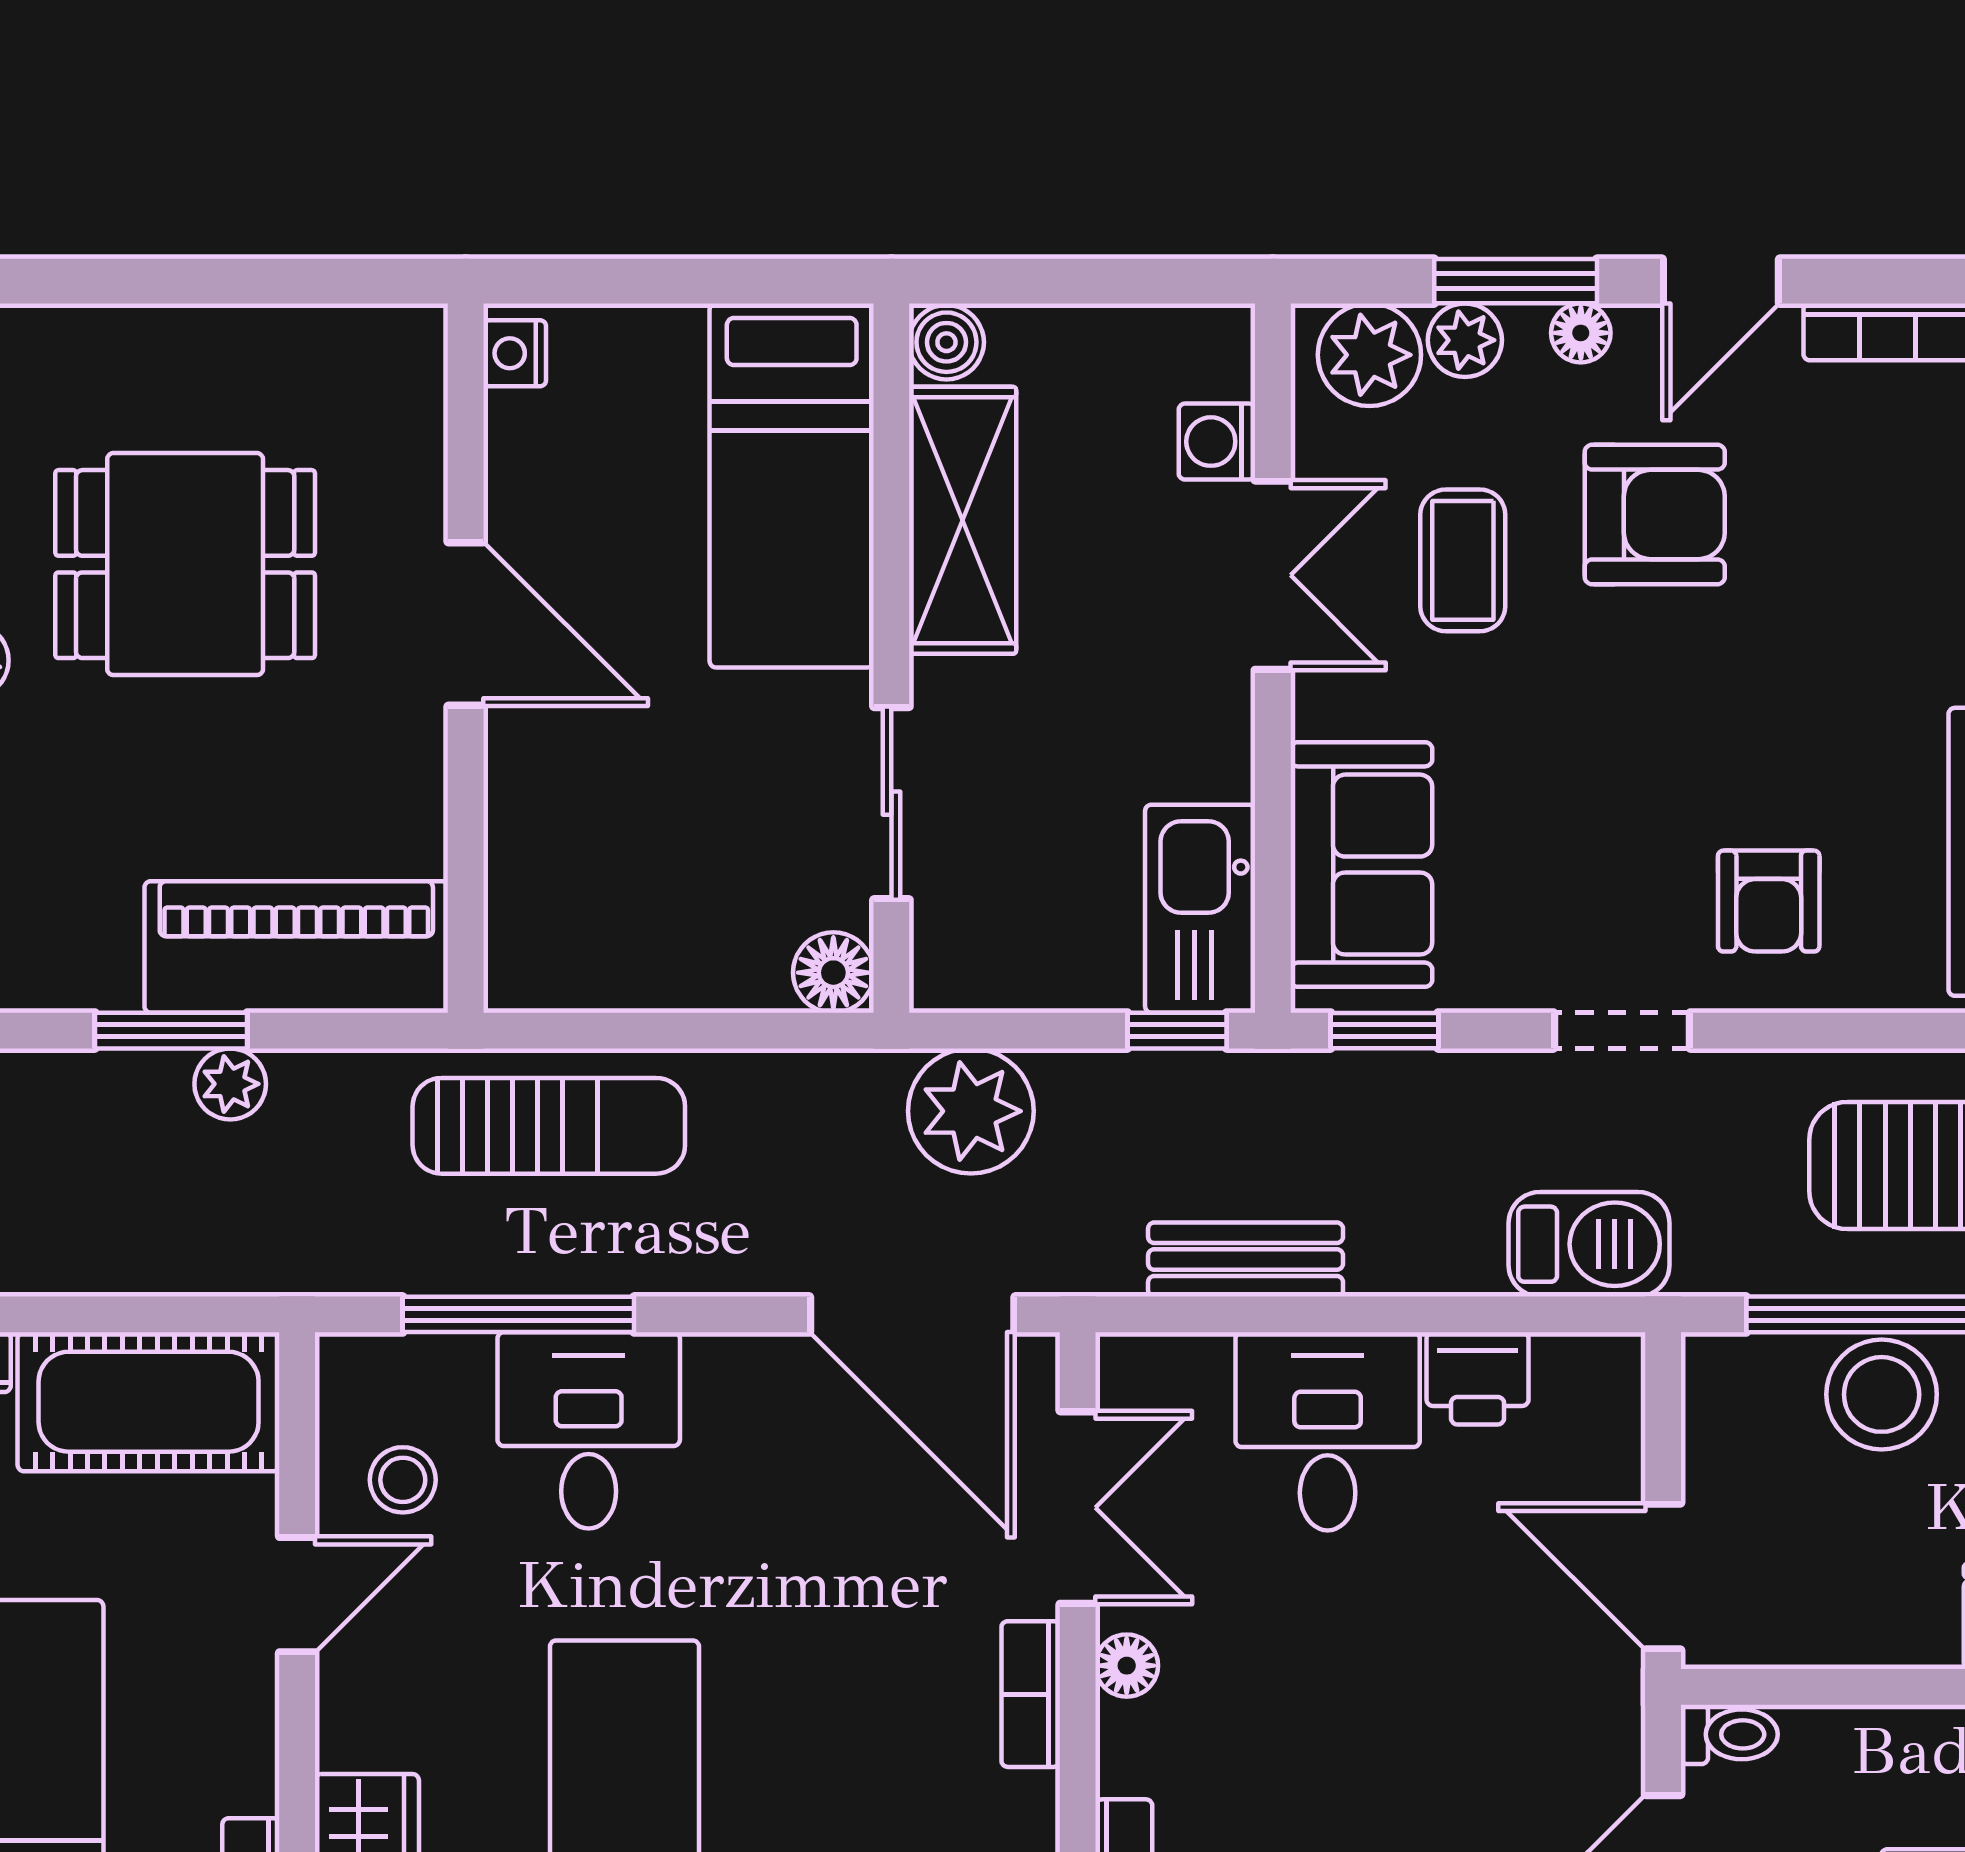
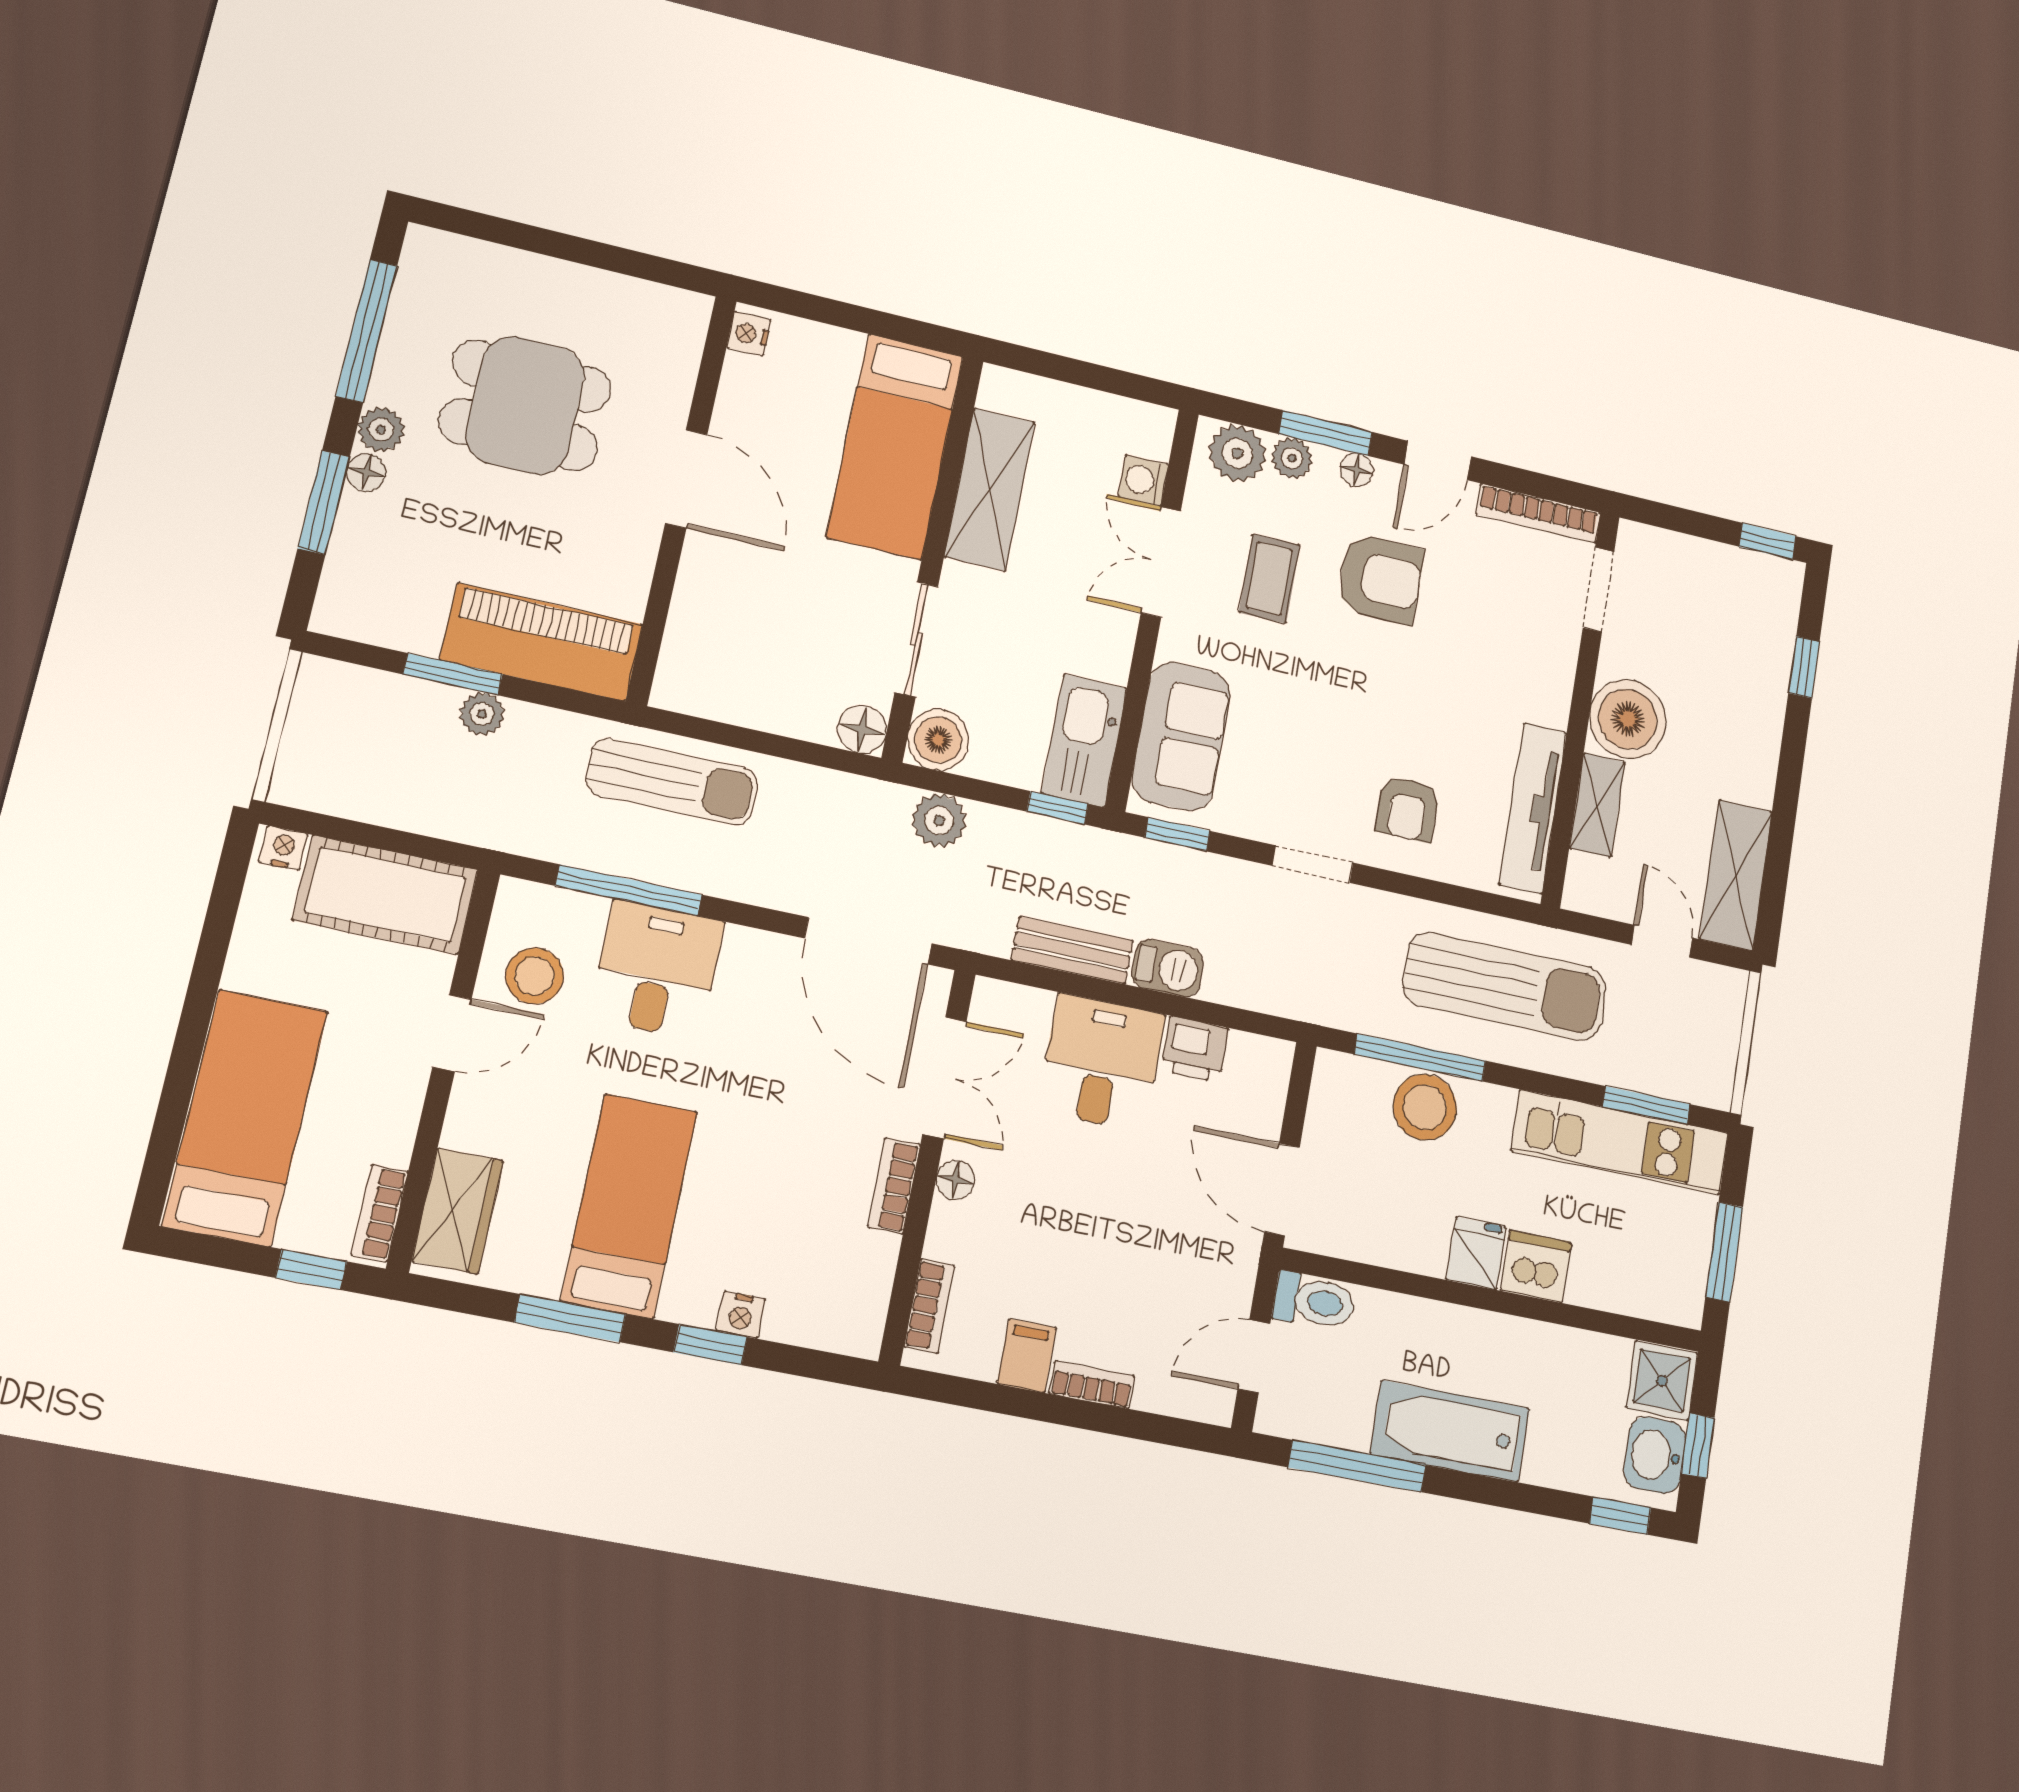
boiler: (946, 342) -> (938, 740), moved, width x1.36, depth x1.36
double door: (1273, 575) -> (1161, 562), swing flipped
plant: (971, 1111) -> (939, 820), width x0.73, depth x0.73
barbecue: (1589, 1244) -> (1168, 968), moved, width x0.73, depth x0.79
stool: (403, 1480) -> (535, 976), width x1.37, depth x1.37
toilet: (1729, 1734) -> (1314, 1301), width x1.37, depth x1.39

